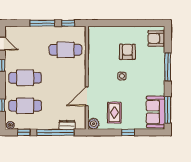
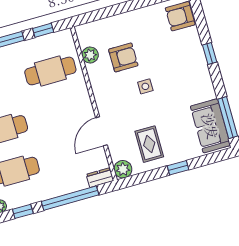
plant: (93, 47) -> (90, 55), added
armchair: (127, 52) -> (123, 57), moved, turned 90
window: (168, 67) -> (210, 54), width x0.46
dresser: (67, 125) -> (100, 178), moved

